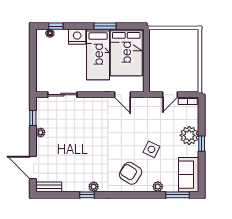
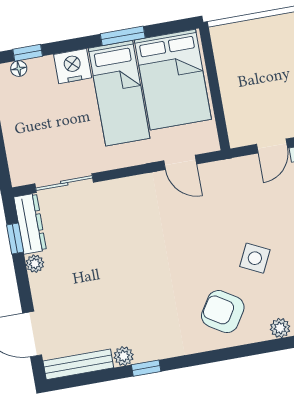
dresser: (42, 112) -> (30, 224), added
bench: (49, 187) -> (78, 364), width x1.36
plant: (94, 187) -> (124, 356), moved

